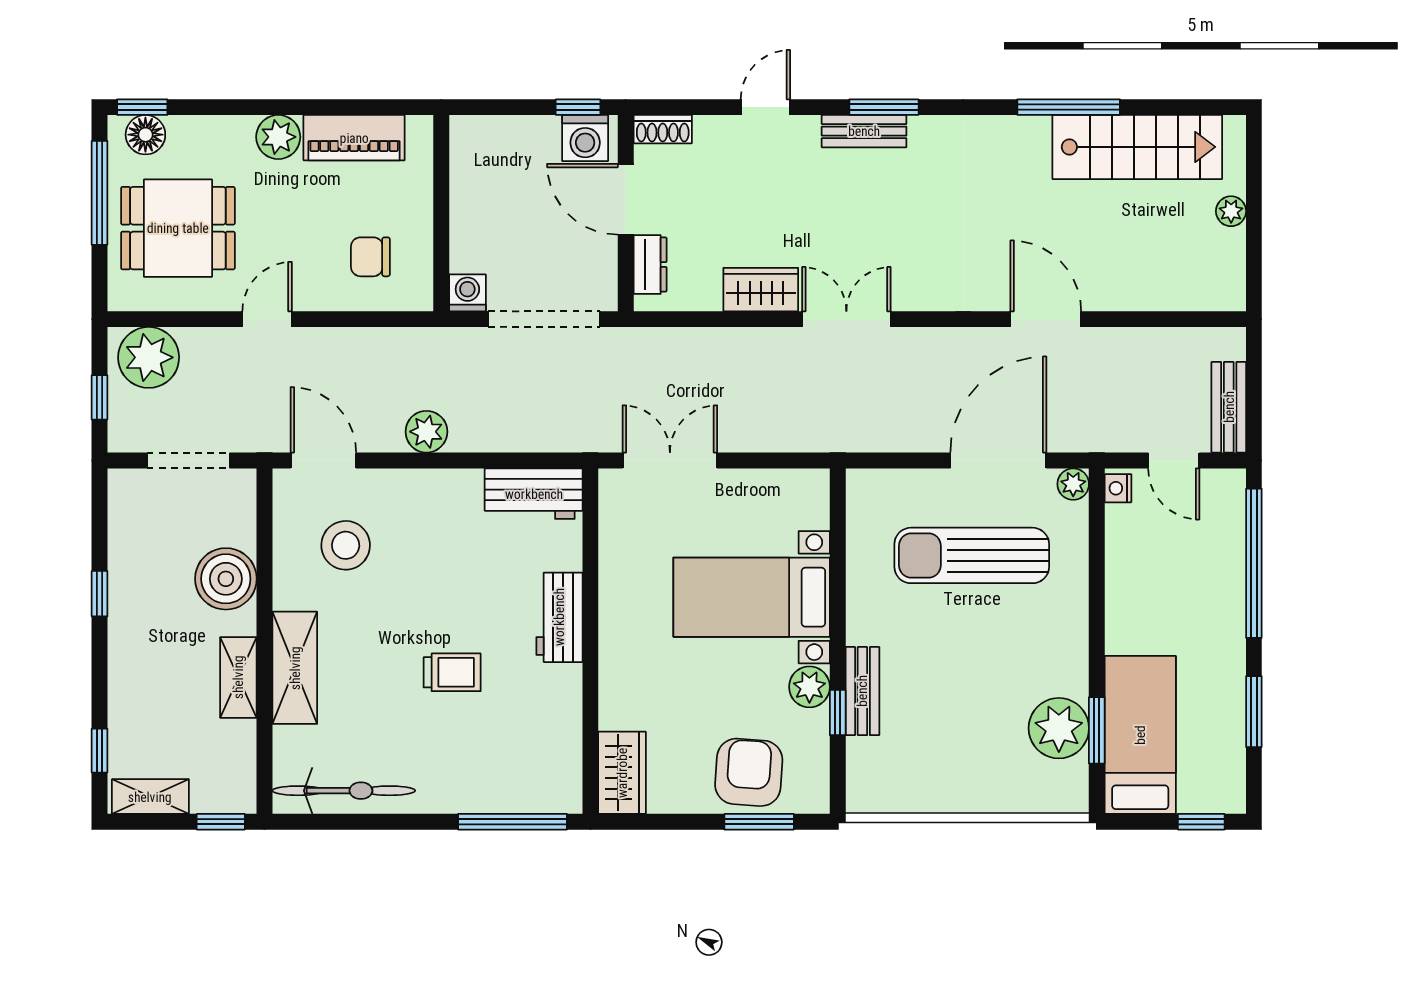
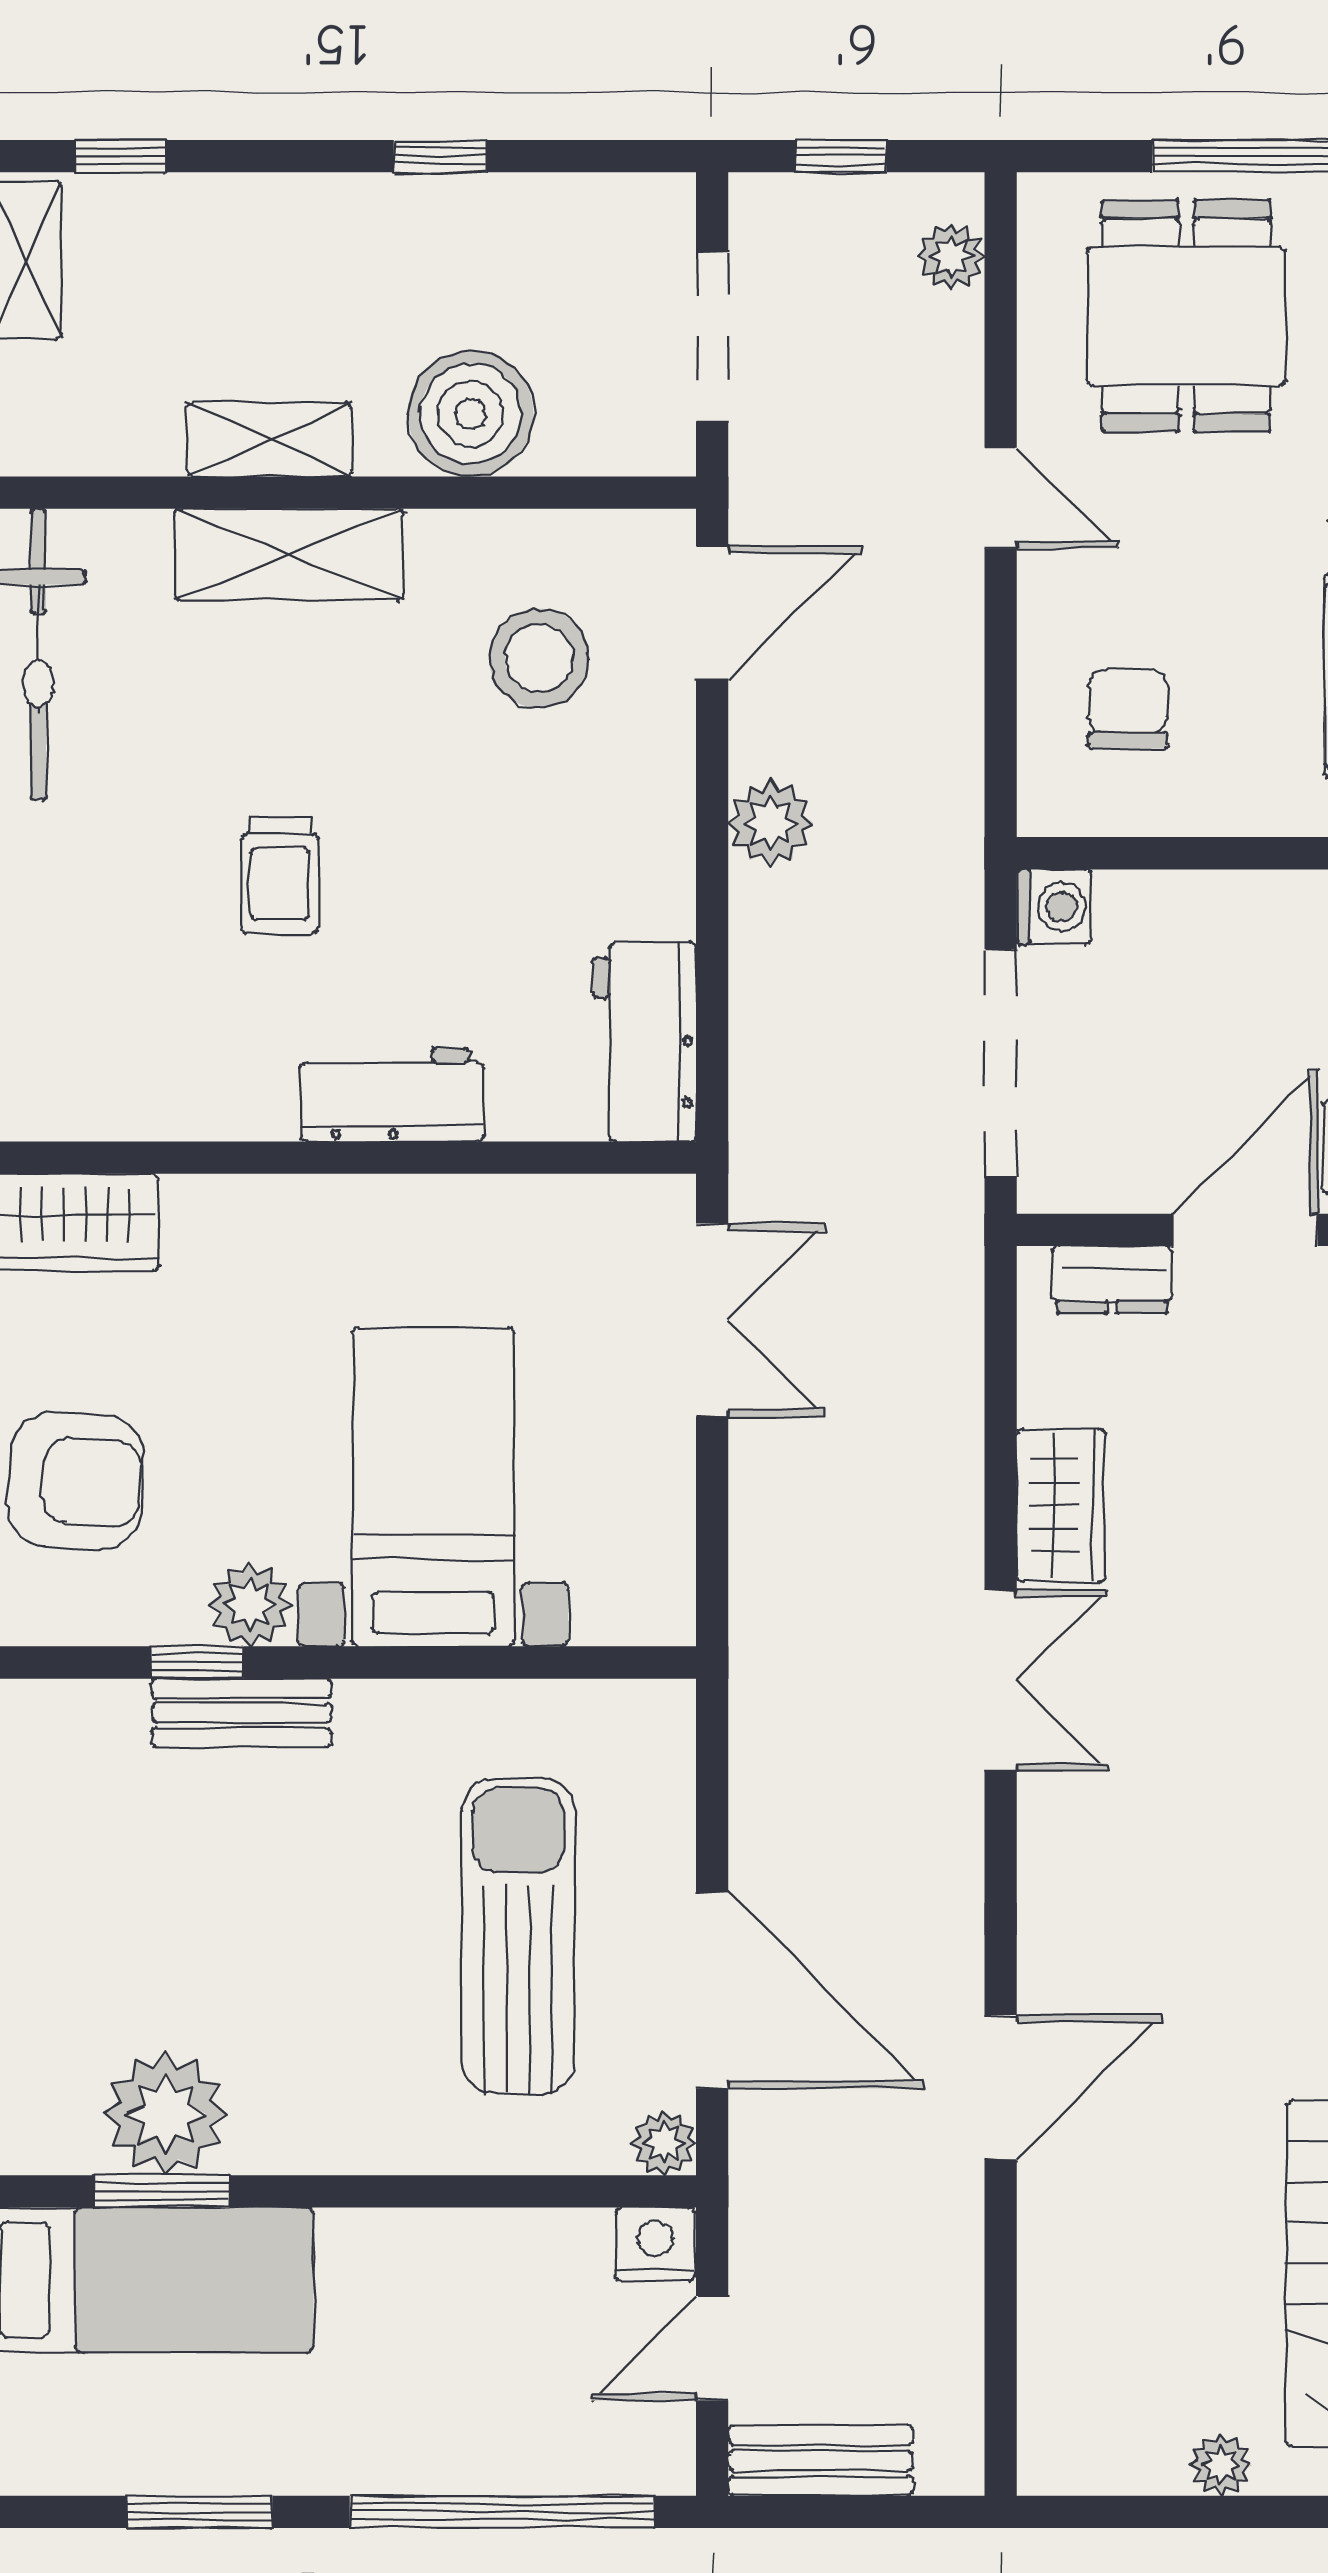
plant: (149, 357) -> (951, 256), width x0.53, depth x0.53
nightstand: (1118, 488) -> (655, 2244), width x1.39, depth x1.35

